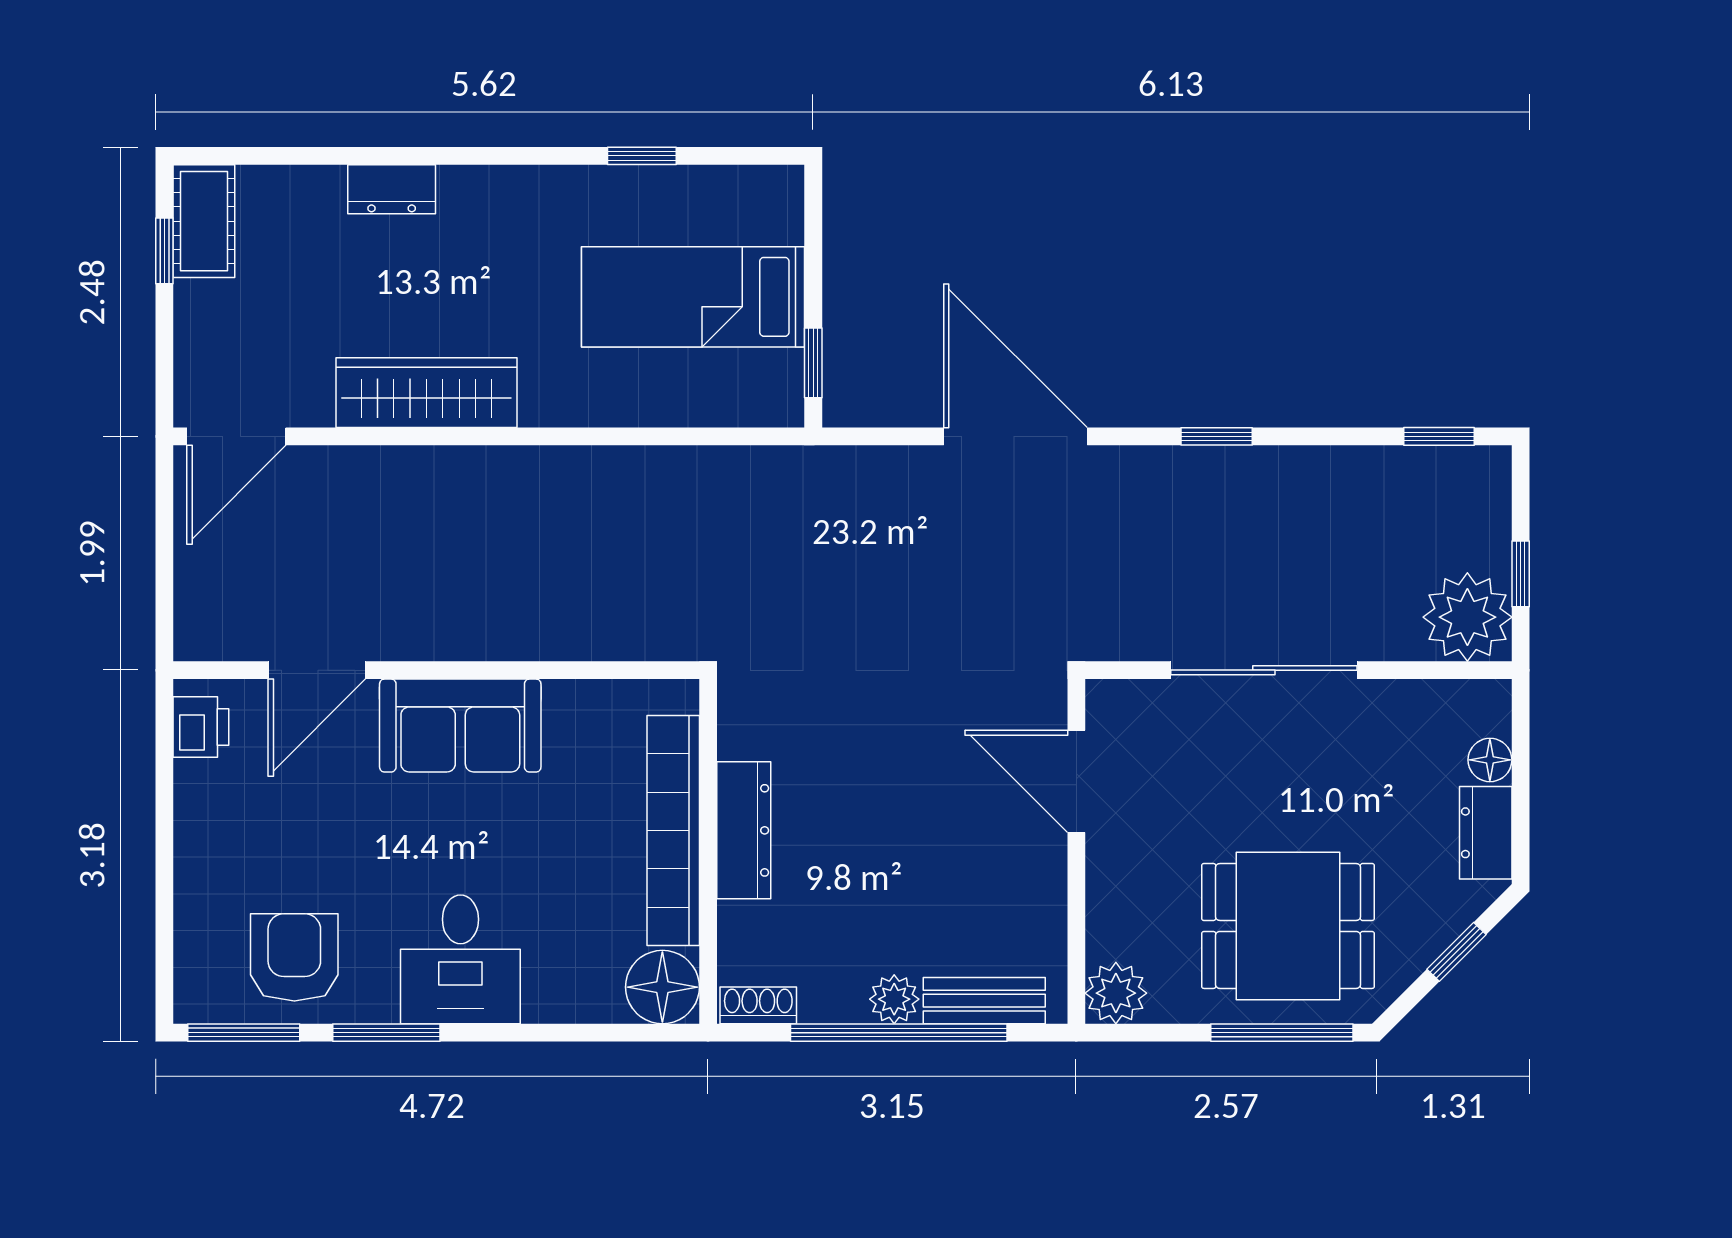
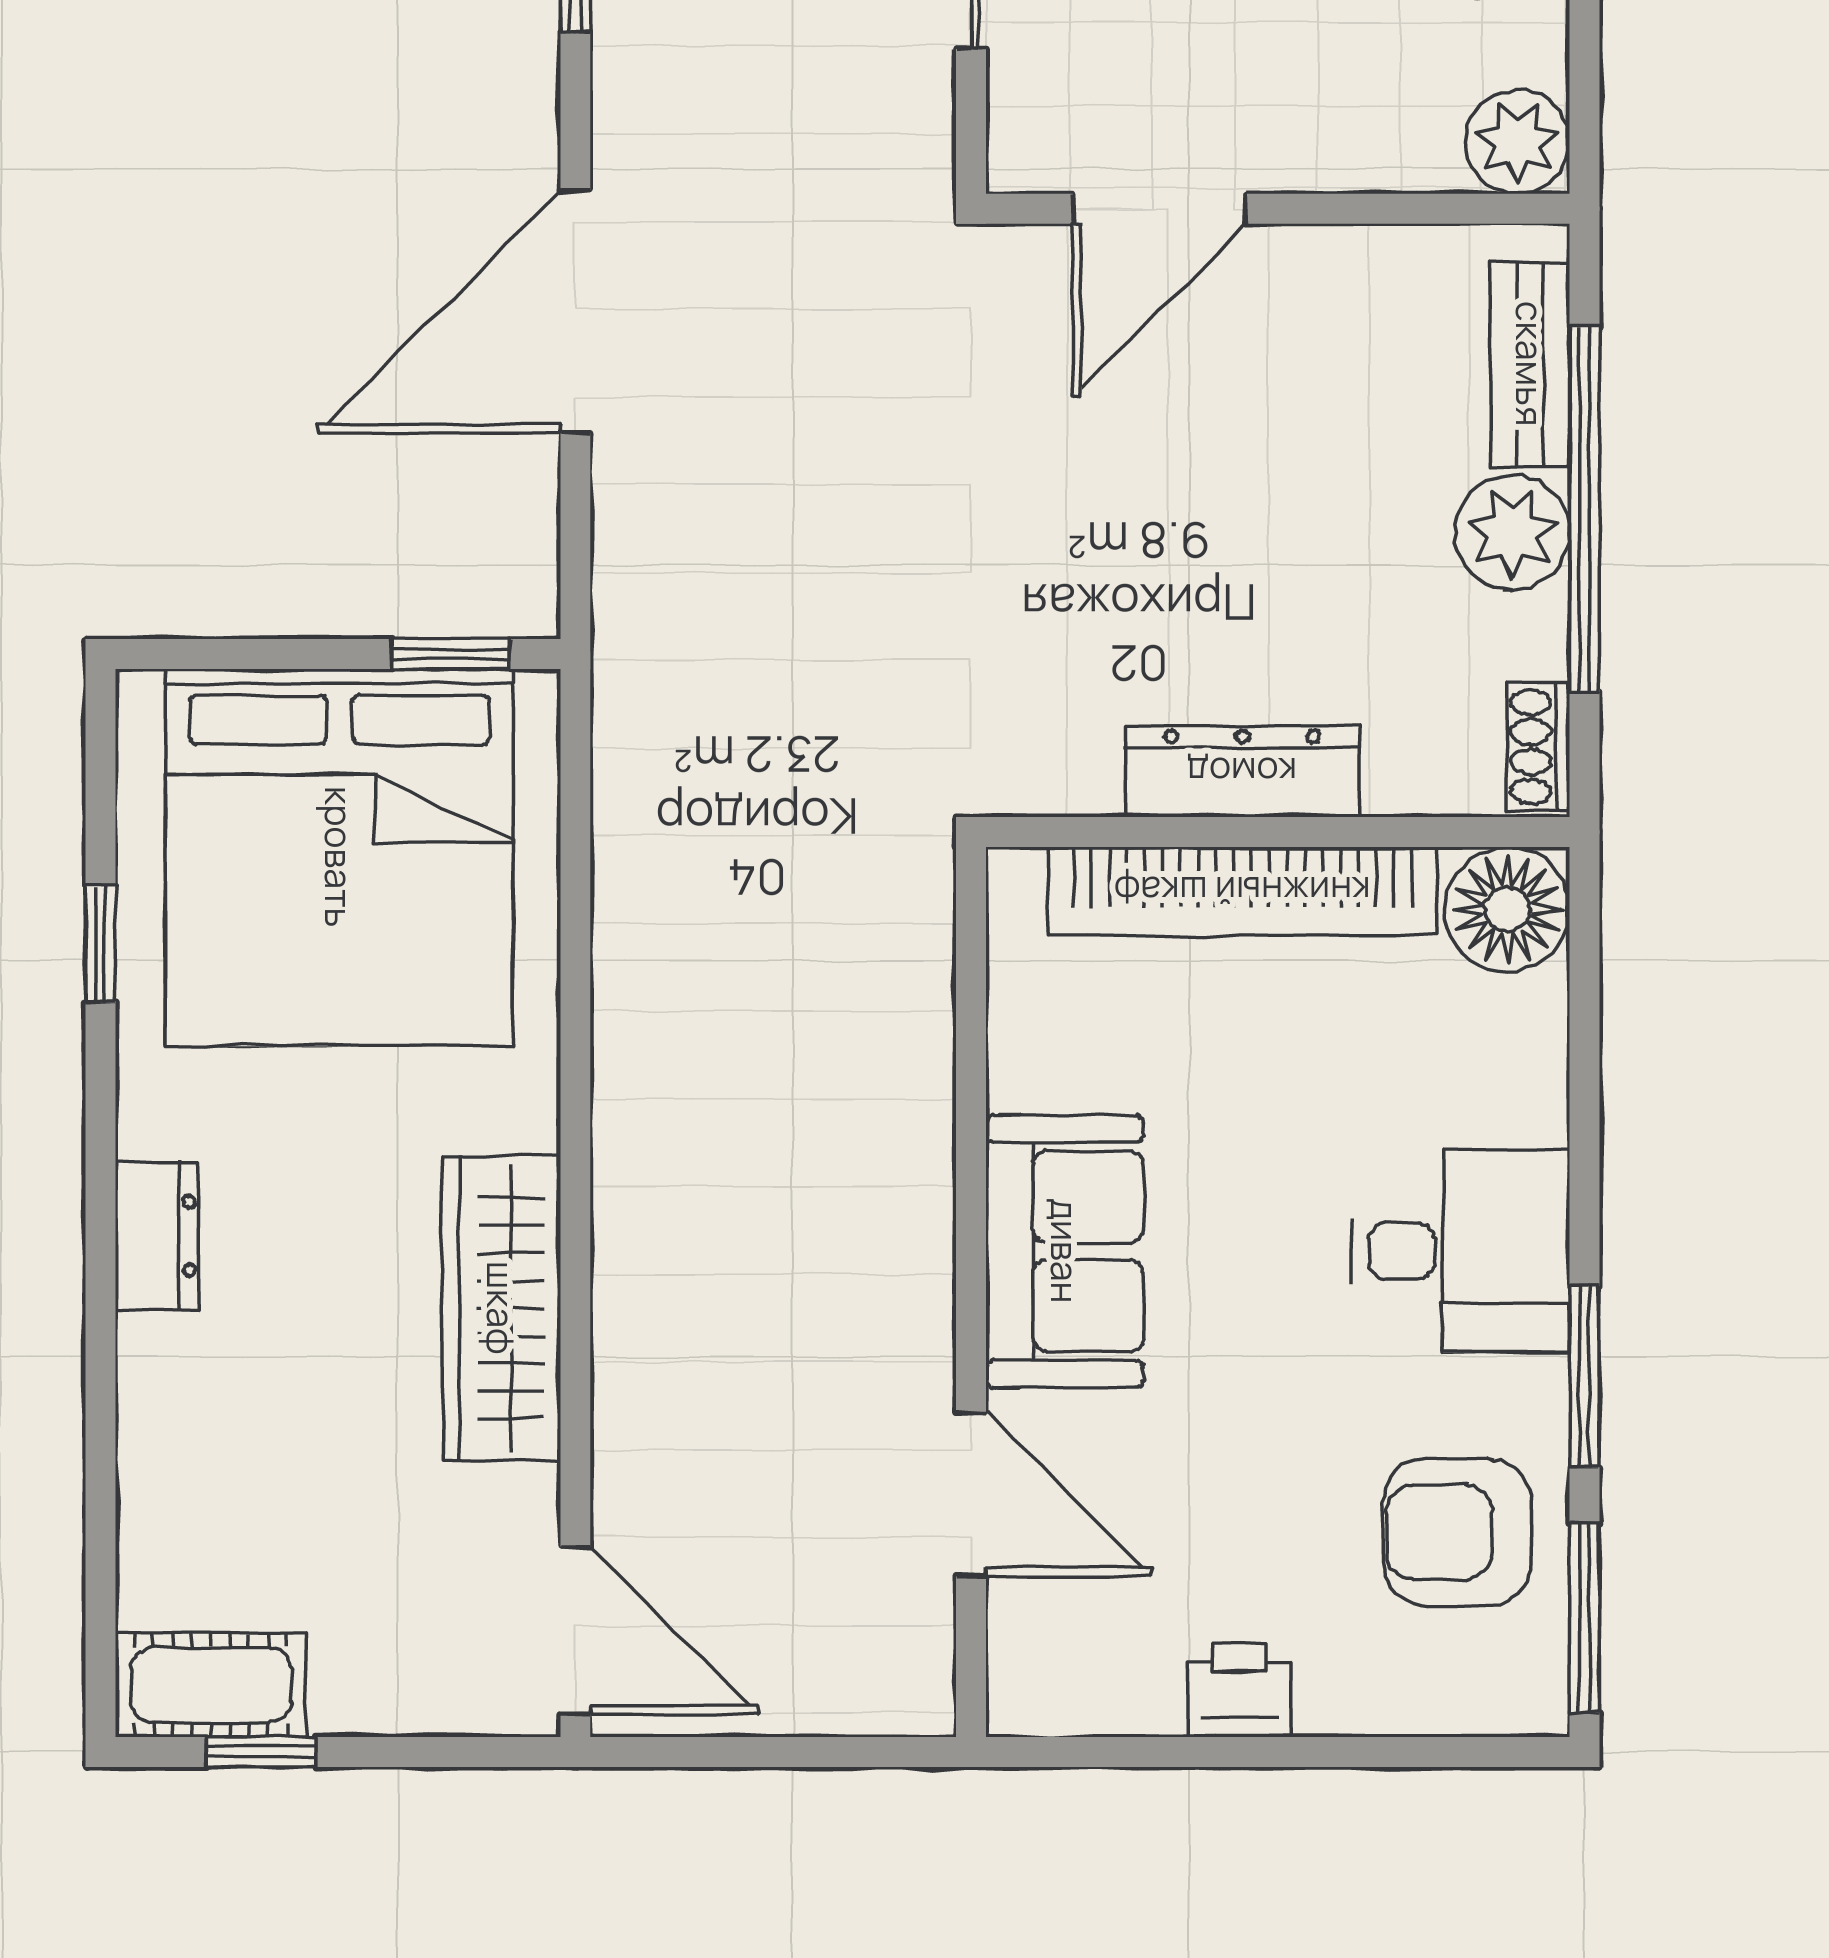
dresser: (392, 189) -> (157, 1236), moved
bed: (693, 297) -> (339, 857), width x2.04
printer: (201, 727) -> (1239, 1690), moved
plant: (894, 999) -> (1512, 533), width x1.38, depth x1.38

